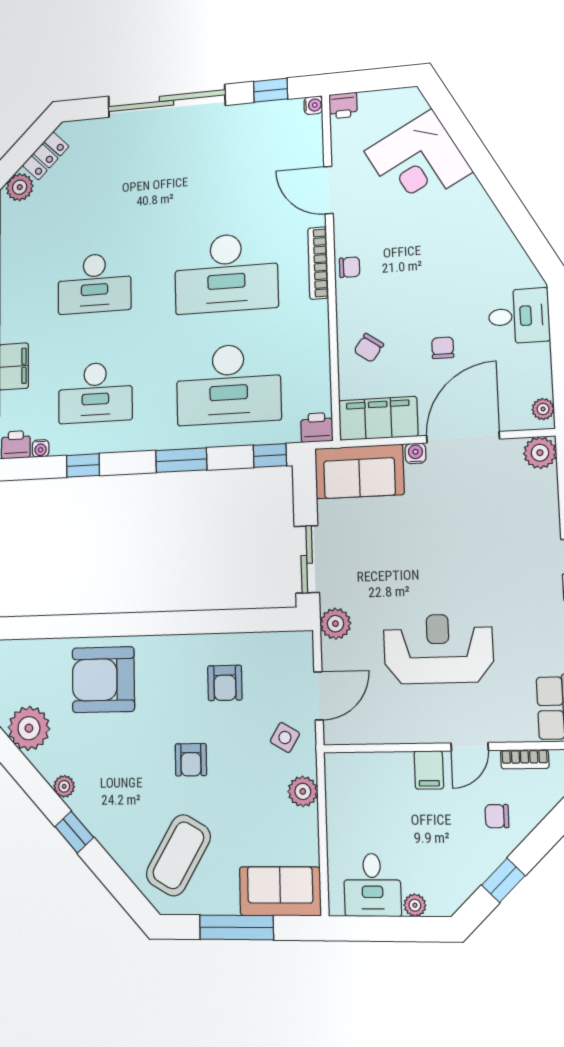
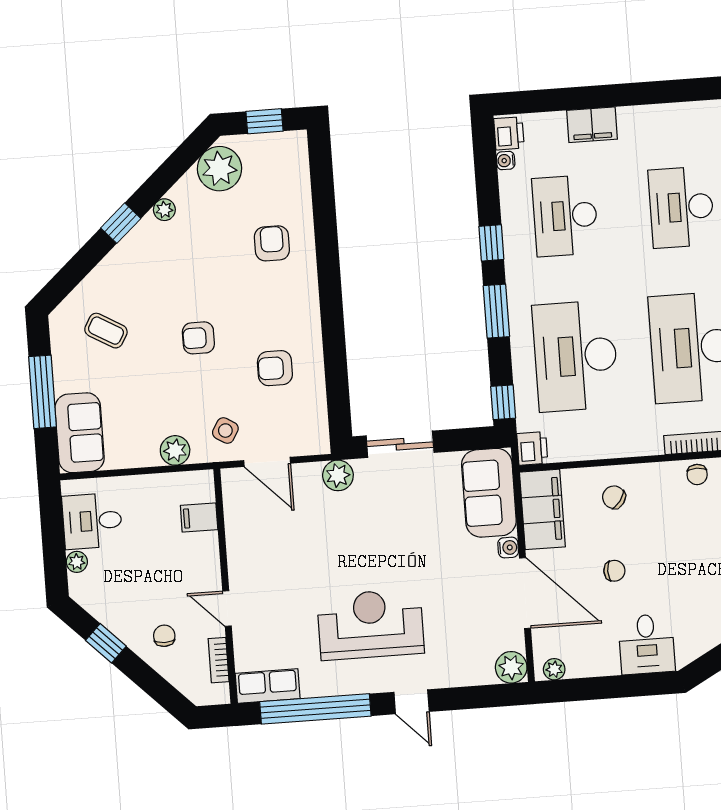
window: (83, 465) -> (491, 243), moved
reception desk: (438, 649) -> (370, 624), moved, turned -90
armchair: (103, 680) -> (272, 243), width x0.53, depth x0.53
filing cabinet: (429, 770) -> (199, 518), moved
coffee table: (178, 855) -> (106, 331), width x0.54, depth x0.58

